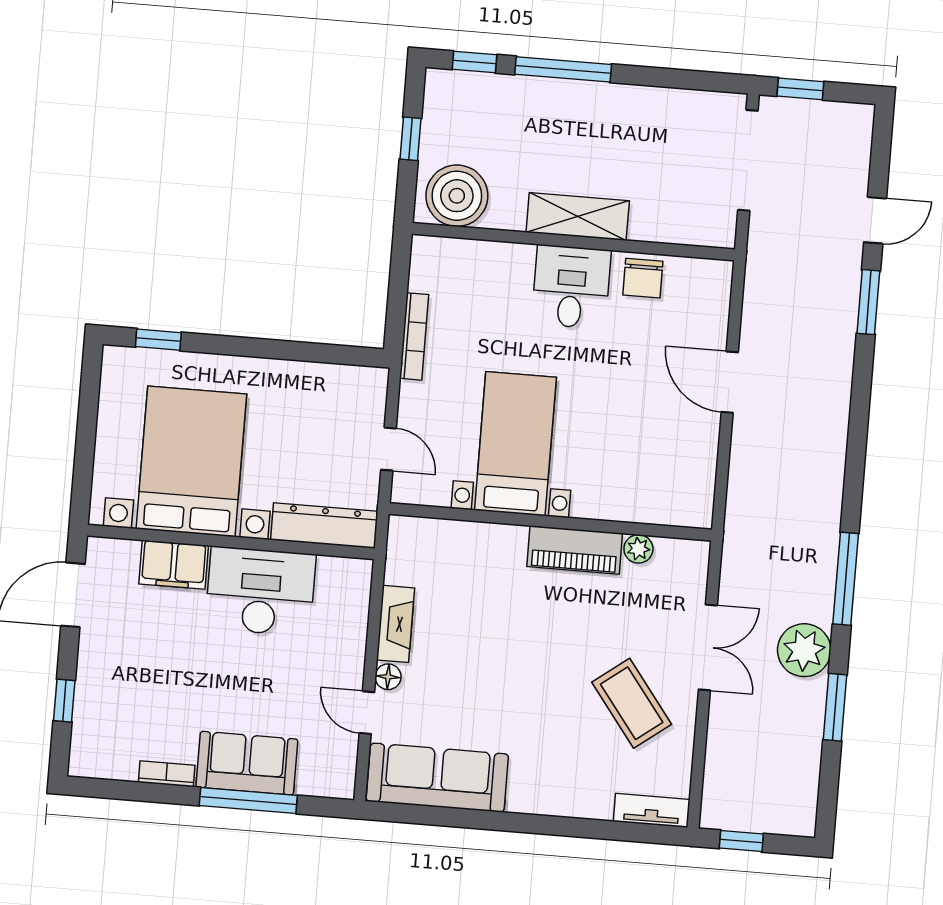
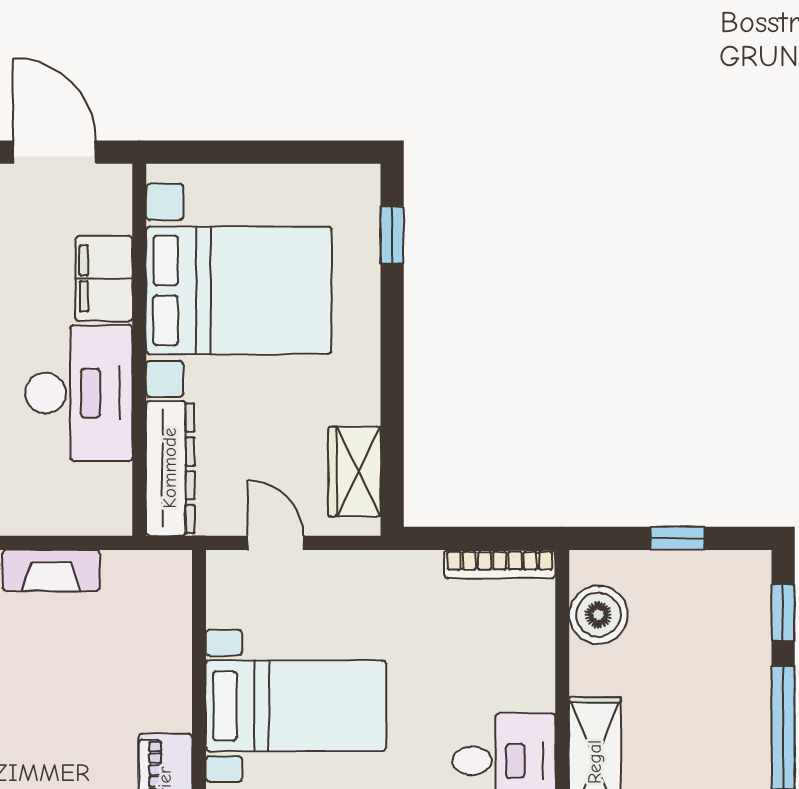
boiler: (457, 196) -> (598, 615), width x0.73, depth x0.73
bookcase: (414, 336) -> (500, 564), moved
wardrobe: (339, 384) -> (355, 472), added
door: (388, 449) -> (276, 543), swing flipped

